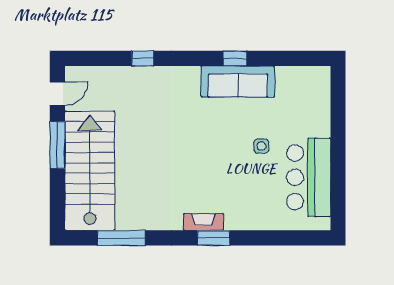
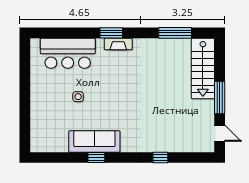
door: (57, 94) -> (220, 133), swing flipped
stairs: (90, 171) -> (203, 69), width x0.73, depth x0.66
bar counter: (309, 177) -> (68, 53), moved, turned 90

